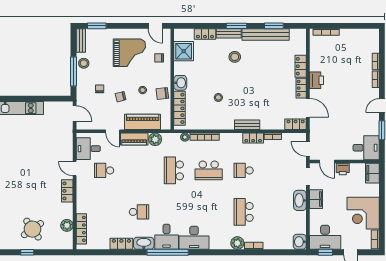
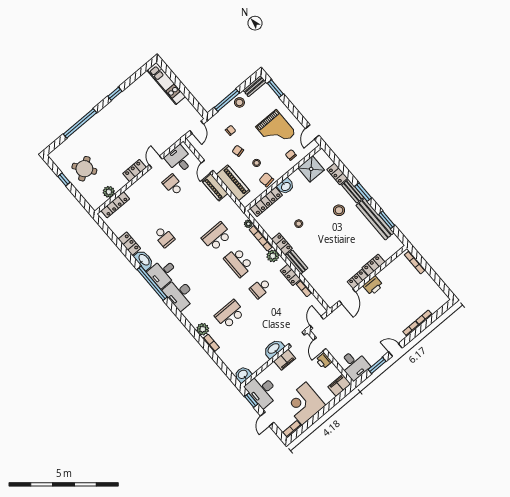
locker: (296, 124) -> (282, 244), moved
plant: (155, 139) -> (273, 256), moved
school desk: (244, 170) -> (260, 288), turned -90

